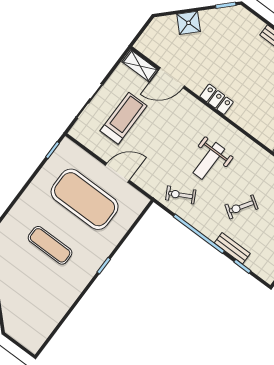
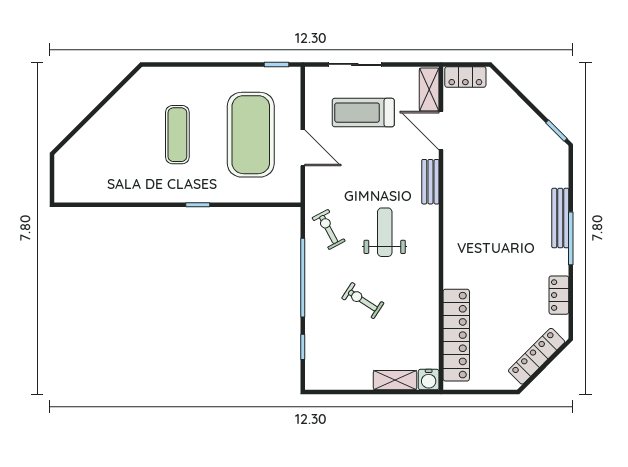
shower: (189, 23) -> (510, 106), removed
locker: (217, 99) -> (465, 77), moved, turned 90
treadmill: (124, 118) -> (363, 113), turned 180
weight bench: (209, 161) -> (385, 232), turned 90
bench: (232, 248) -> (430, 182), moved

